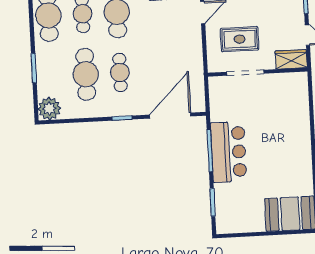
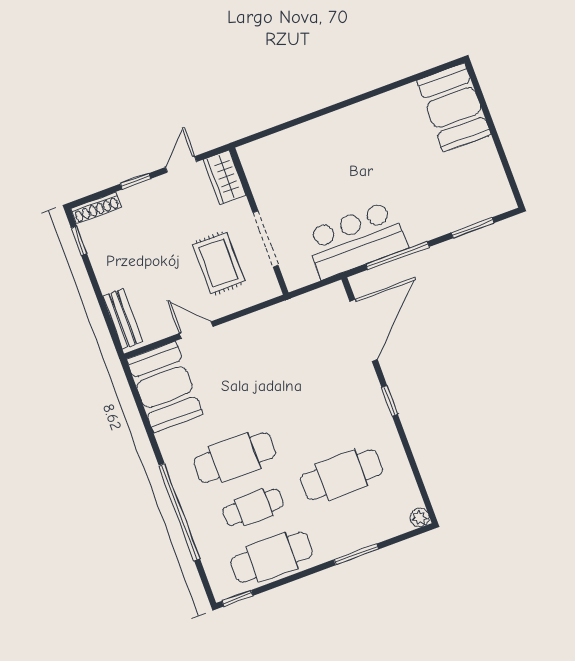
cafe table: (120, 72) -> (323, 425), removed
plant: (49, 109) -> (420, 518), width x0.53, depth x0.53
door: (170, 116) -> (364, 331), swing flipped
bar counter: (229, 152) -> (356, 240), moved

